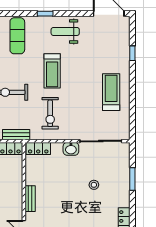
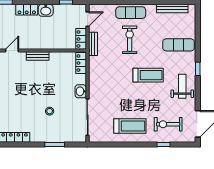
treadmill: (52, 71) -> (148, 75), turned 180
exercise bike: (50, 113) -> (168, 124), moved

